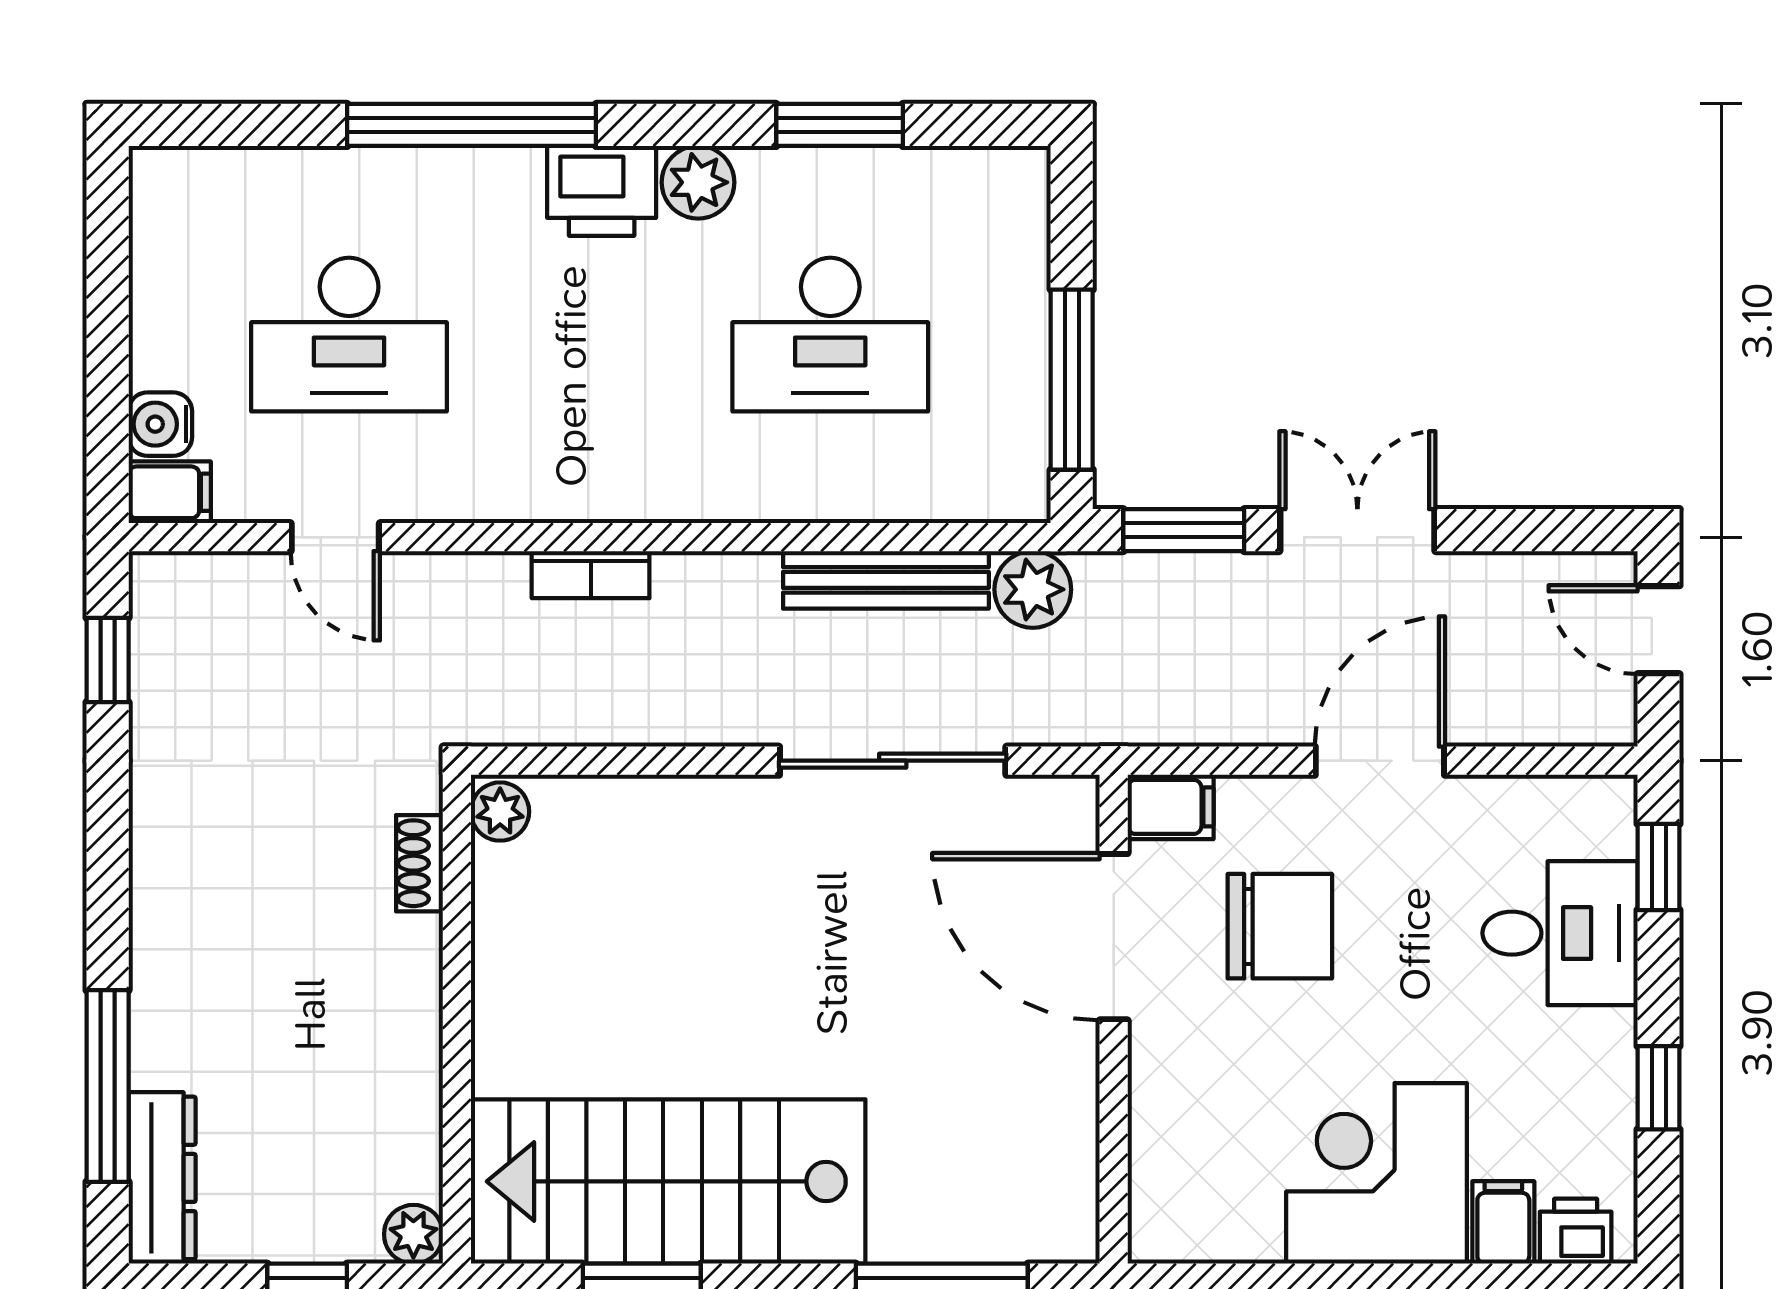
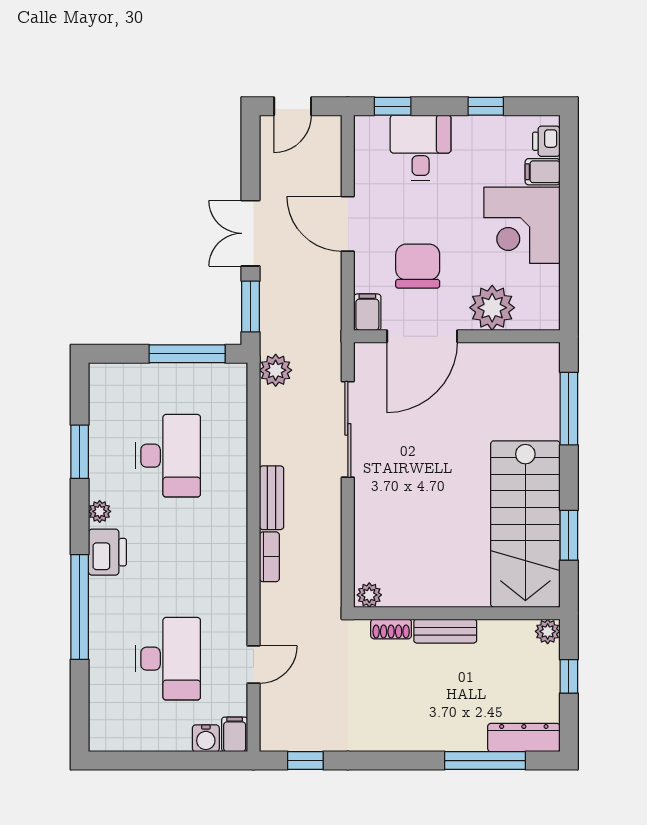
plant: (698, 182) -> (100, 511), width x0.73, depth x0.73
bench: (886, 580) -> (272, 498), moved, width x0.73
bench: (414, 992) -> (445, 631), added
plant: (1181, 1103) -> (492, 308), added

